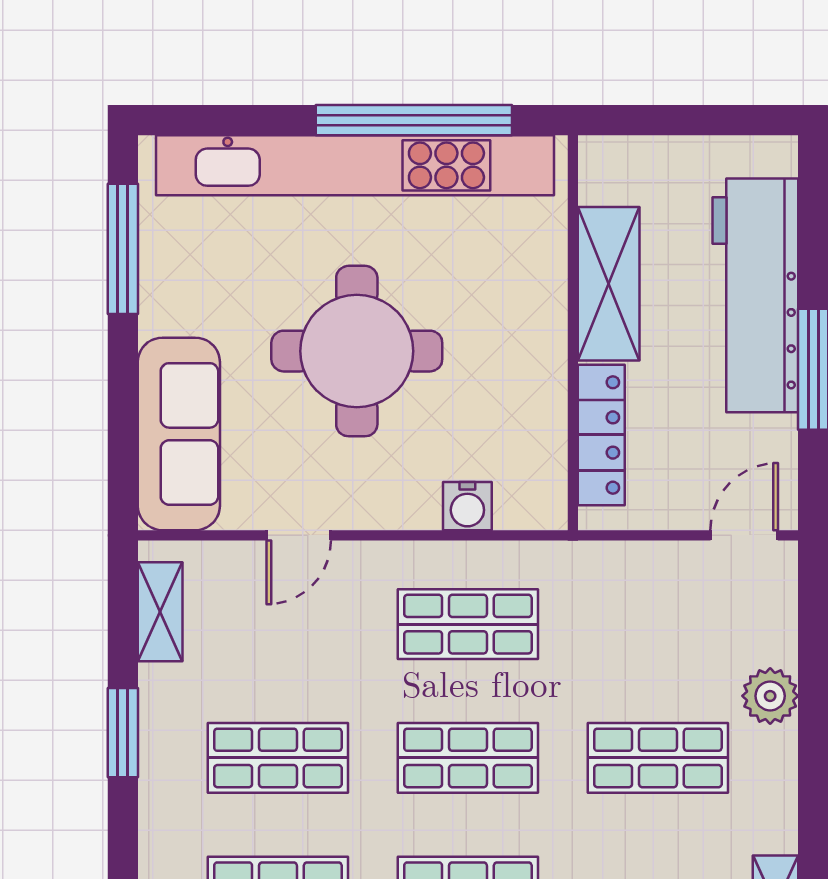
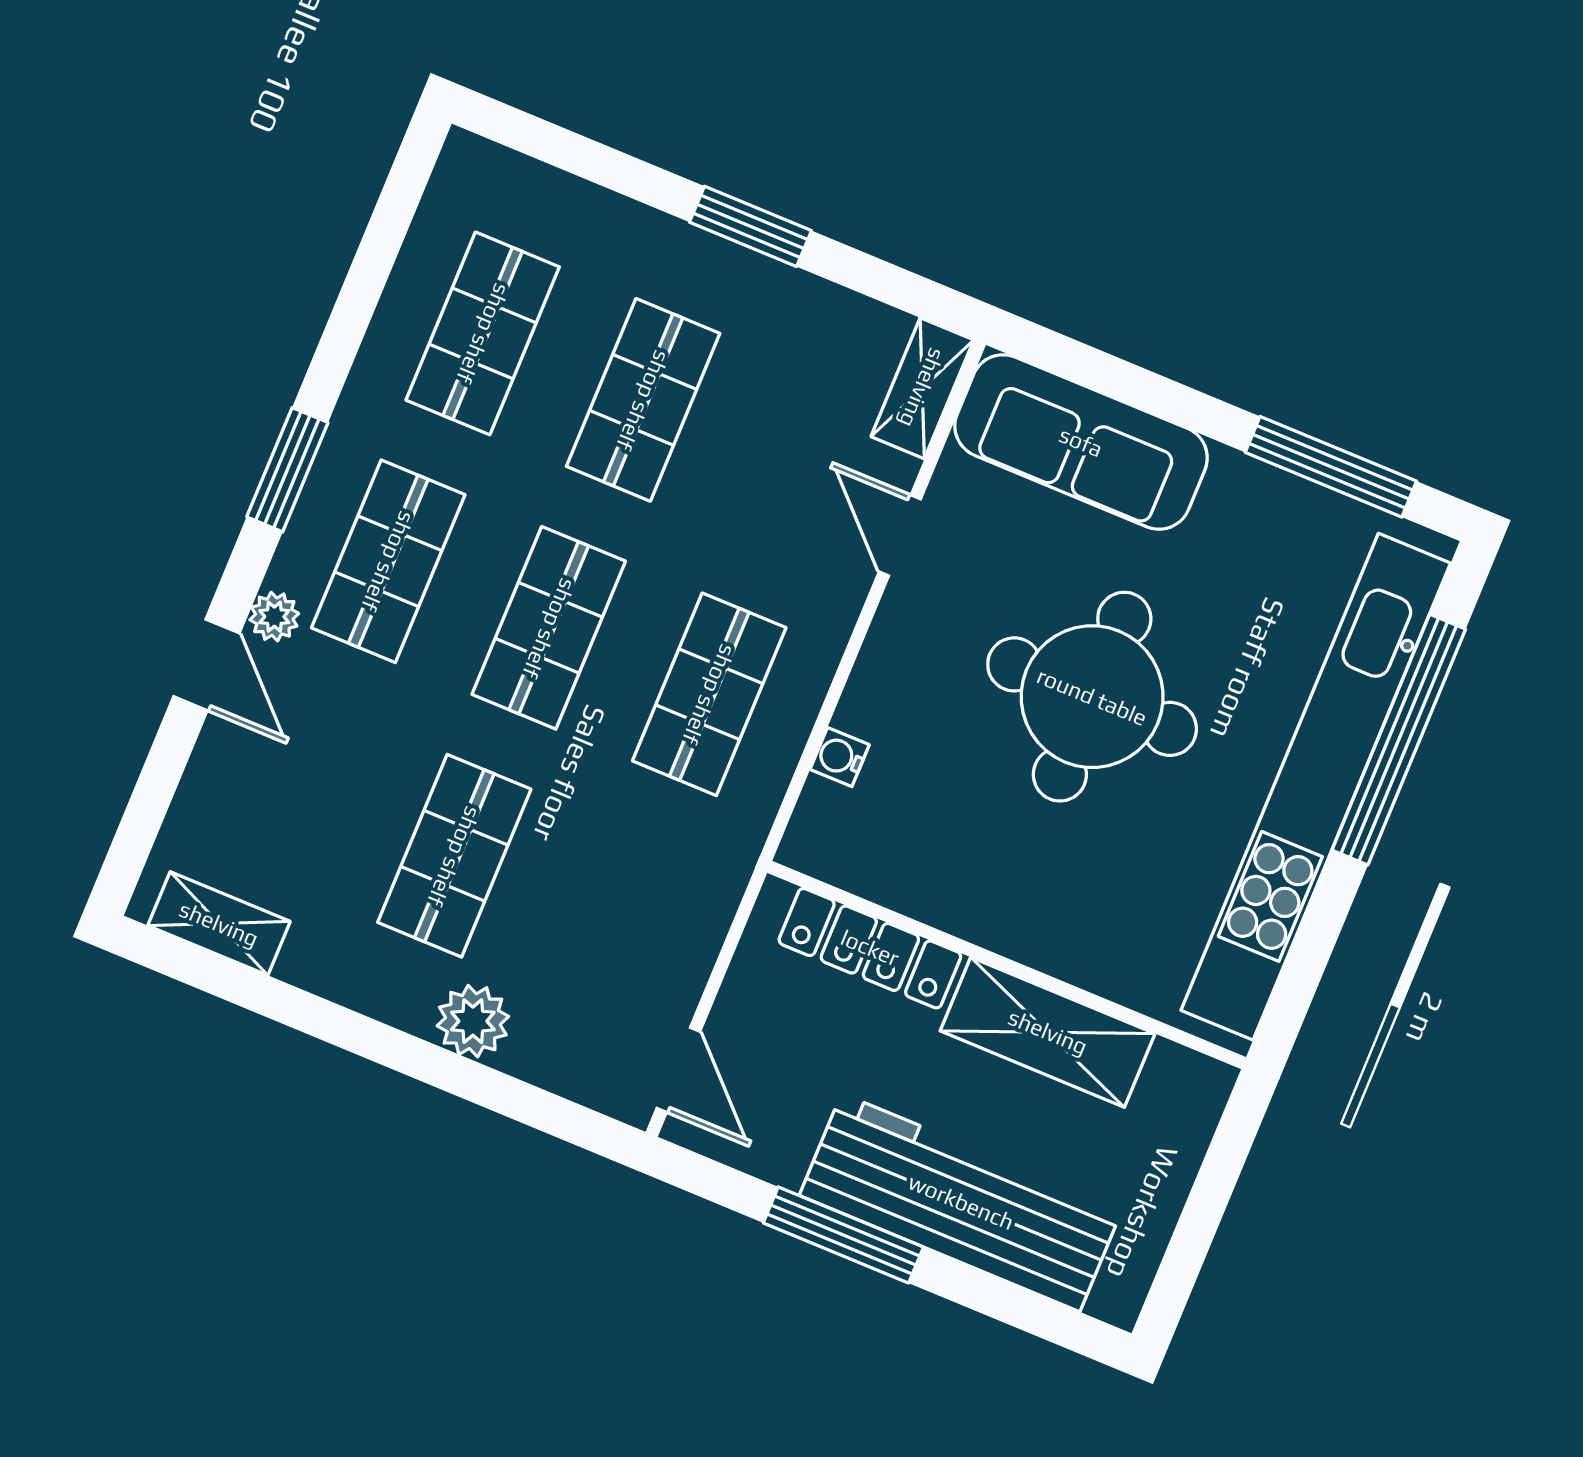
window: (414, 120) -> (1399, 740), moved
water cooler: (467, 506) -> (840, 757), width x0.72, depth x0.72
shelving: (160, 612) -> (922, 388), moved, turned 90

